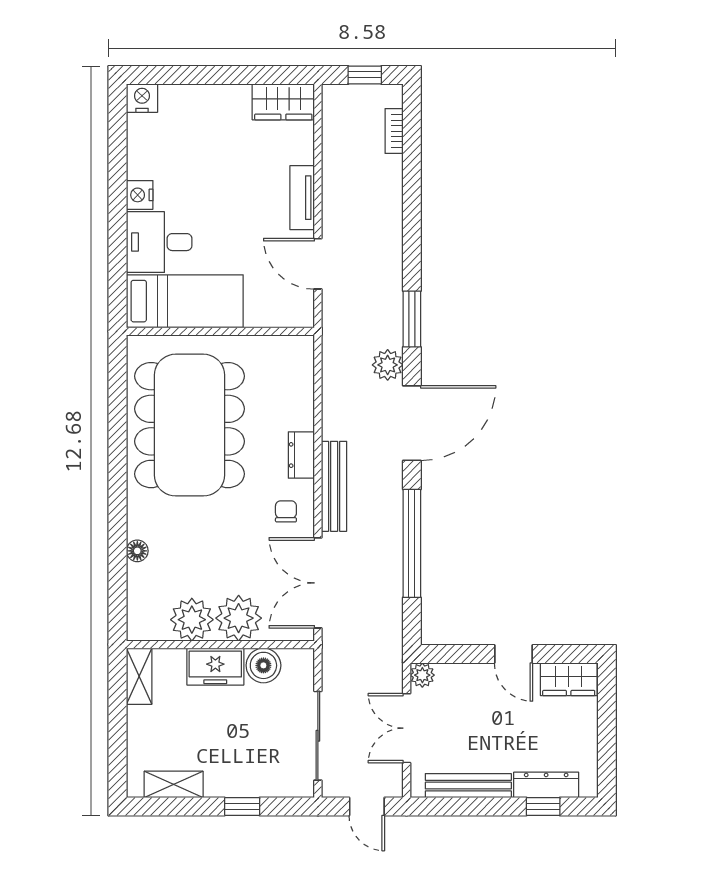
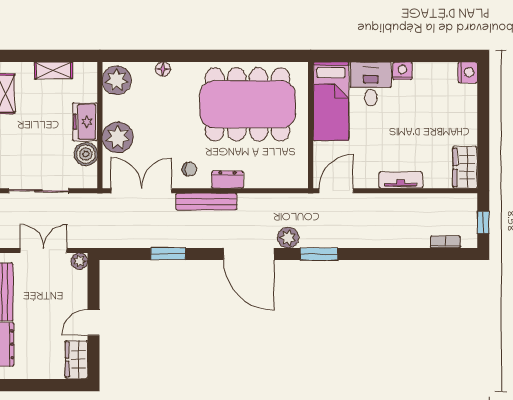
door: (318, 264) -> (336, 191), moved
window: (412, 543) -> (168, 254), width x0.47
plant: (192, 620) -> (117, 80), moved
shelving: (139, 676) -> (54, 70), moved

